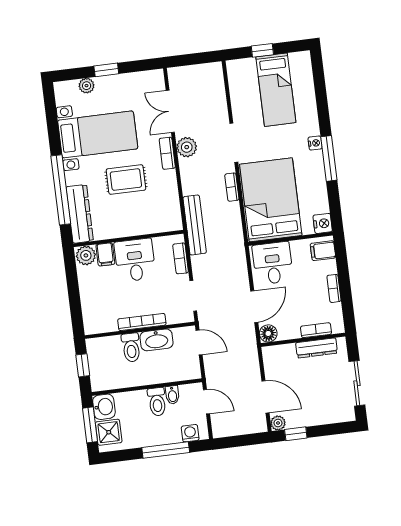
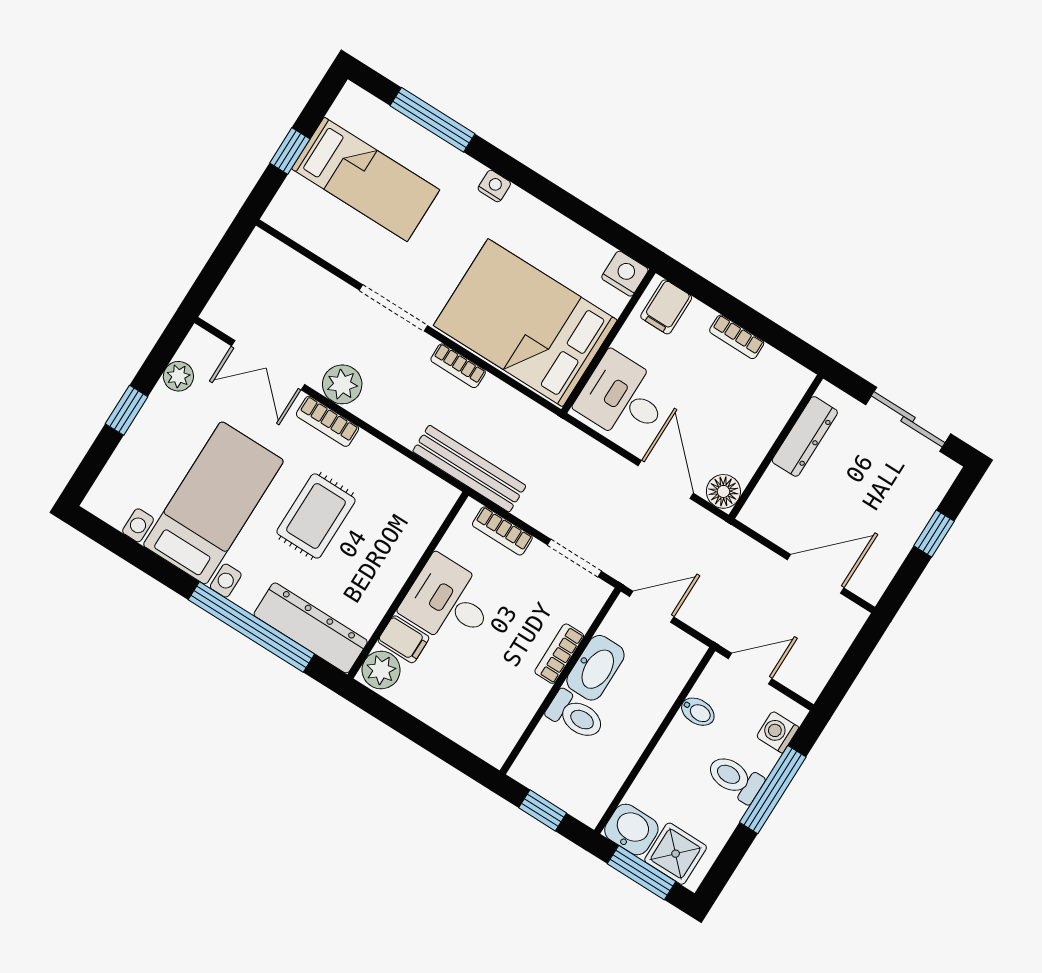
plant: (87, 86) -> (178, 376), moved
window: (329, 158) -> (433, 120), moved
bookcase: (142, 322) -> (559, 654), width x0.64
bookcase: (316, 330) -> (778, 415), removed
toilet: (157, 402) -> (735, 778), moved, turned 180
plant: (278, 423) -> (871, 587), removed
window: (296, 434) -> (934, 533), moved

